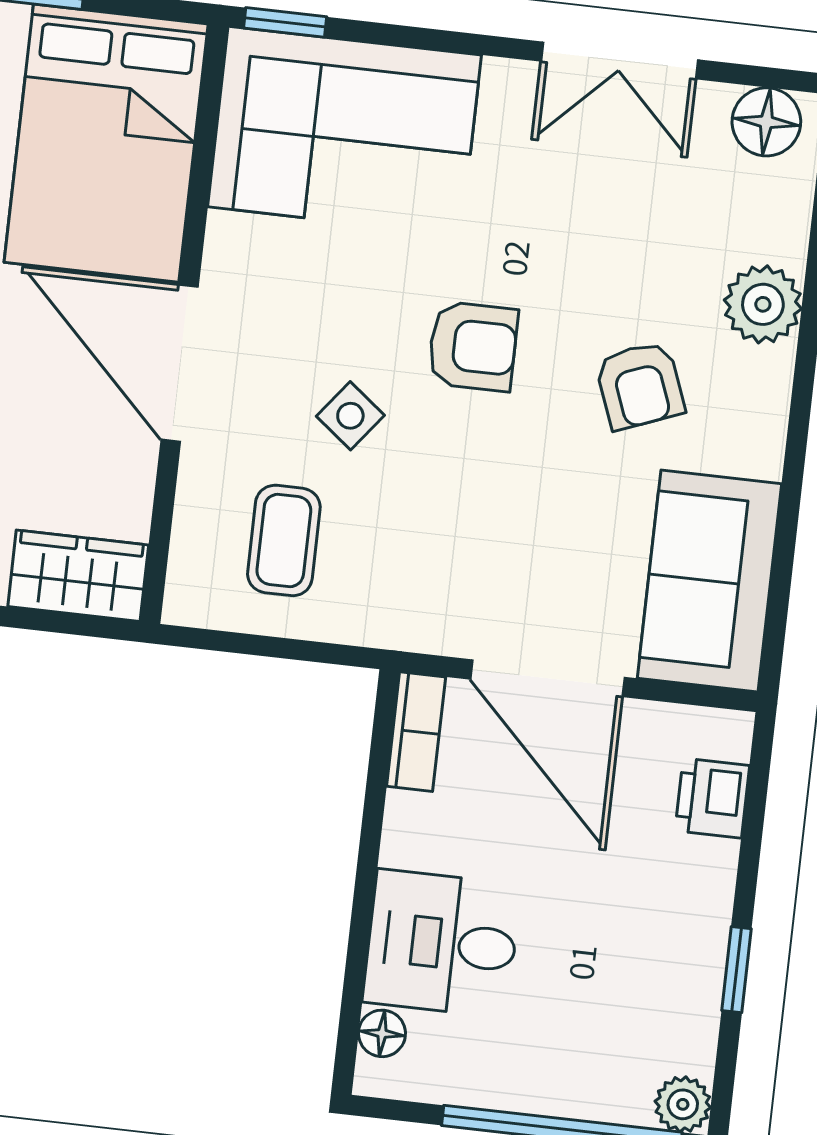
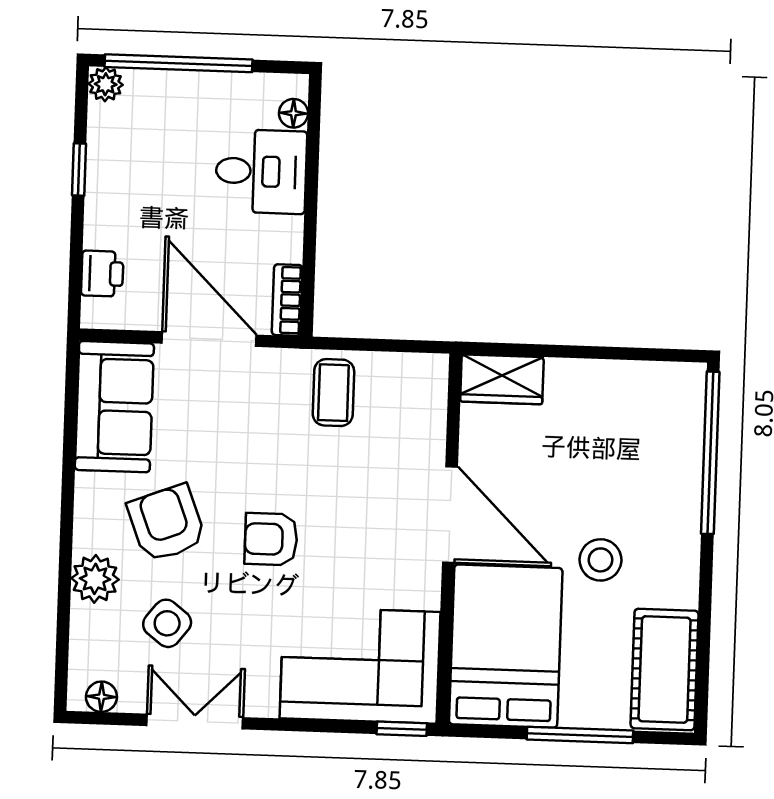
floor lamp: (766, 122) -> (101, 697), width x0.73, depth x0.73
armchair: (640, 385) -> (167, 523), width x1.38, depth x1.38
side table: (350, 416) -> (167, 623), moved, width x1.37, depth x1.37
coffee table: (284, 540) -> (333, 393), moved

